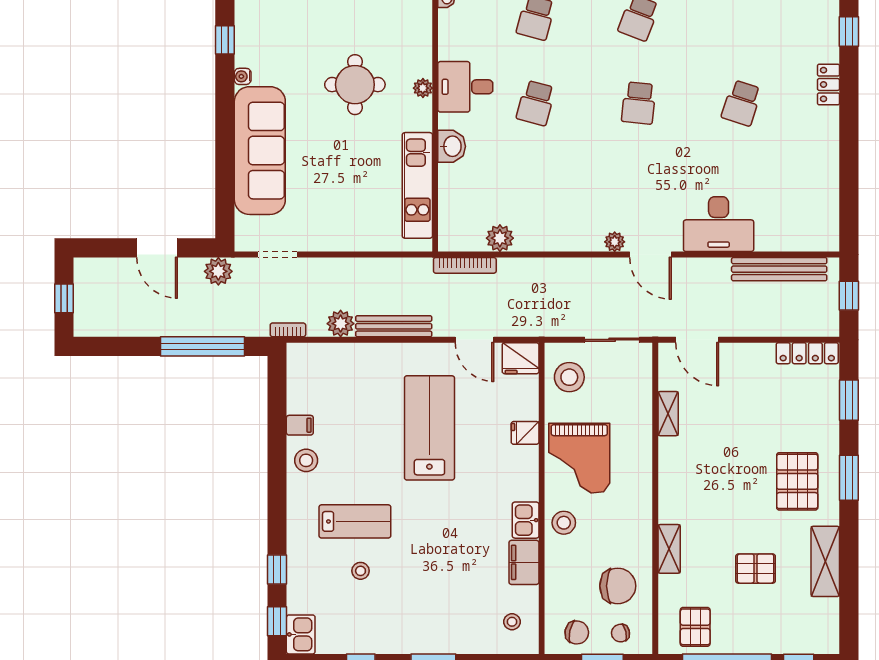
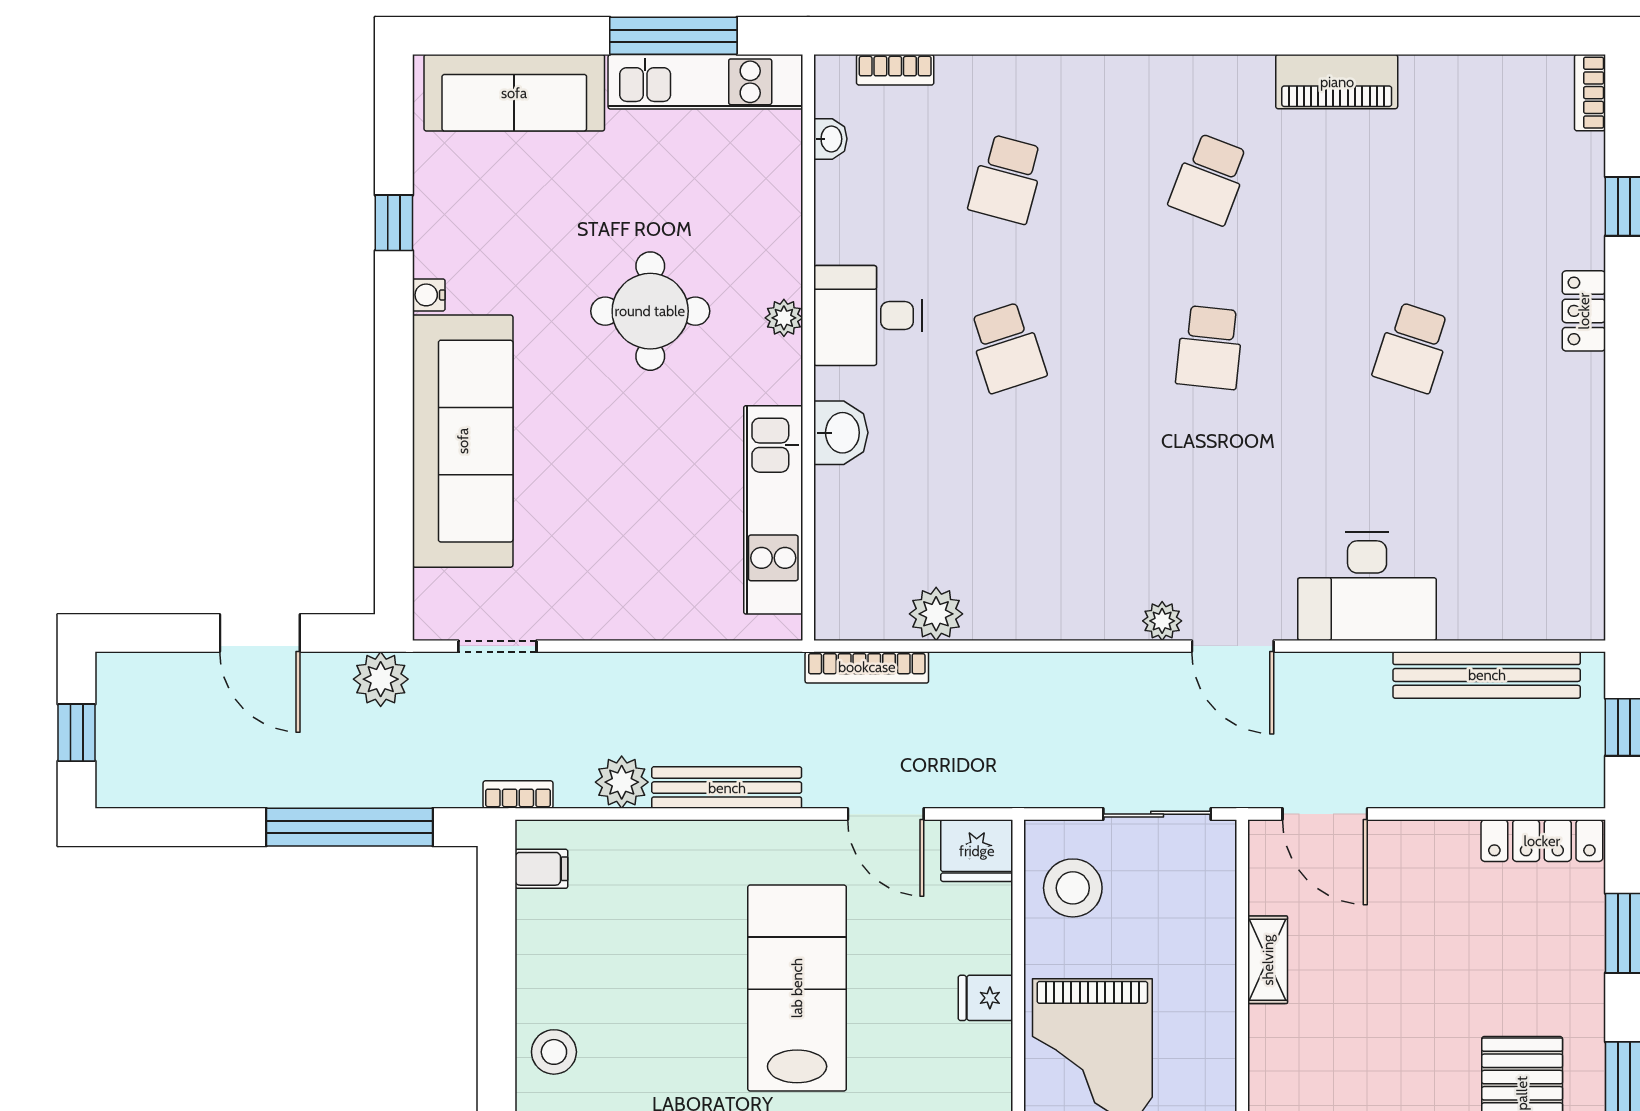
school desk: (536, 103) -> (1007, 347), turned -33
filing cabinet: (300, 425) -> (541, 869), moved

